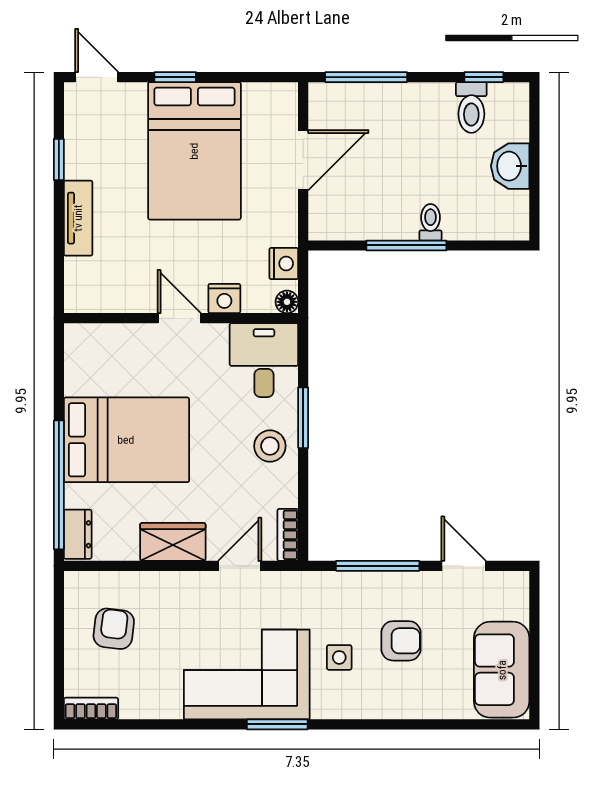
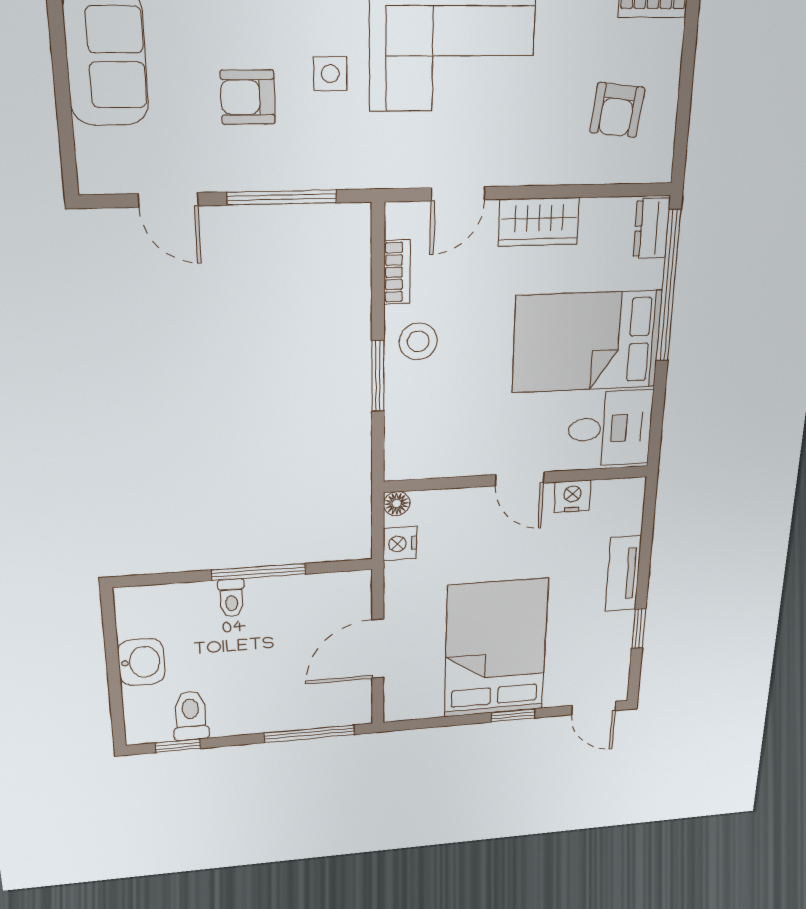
nightstand: (224, 298) -> (572, 496), moved
desk: (264, 360) -> (610, 428), moved, turned -90
bookcase: (288, 535) -> (397, 272), moved

